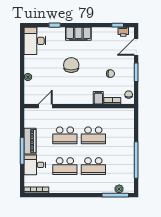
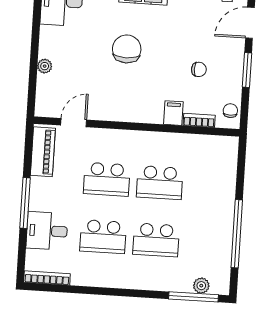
piano: (30, 141) -> (43, 152), moved

